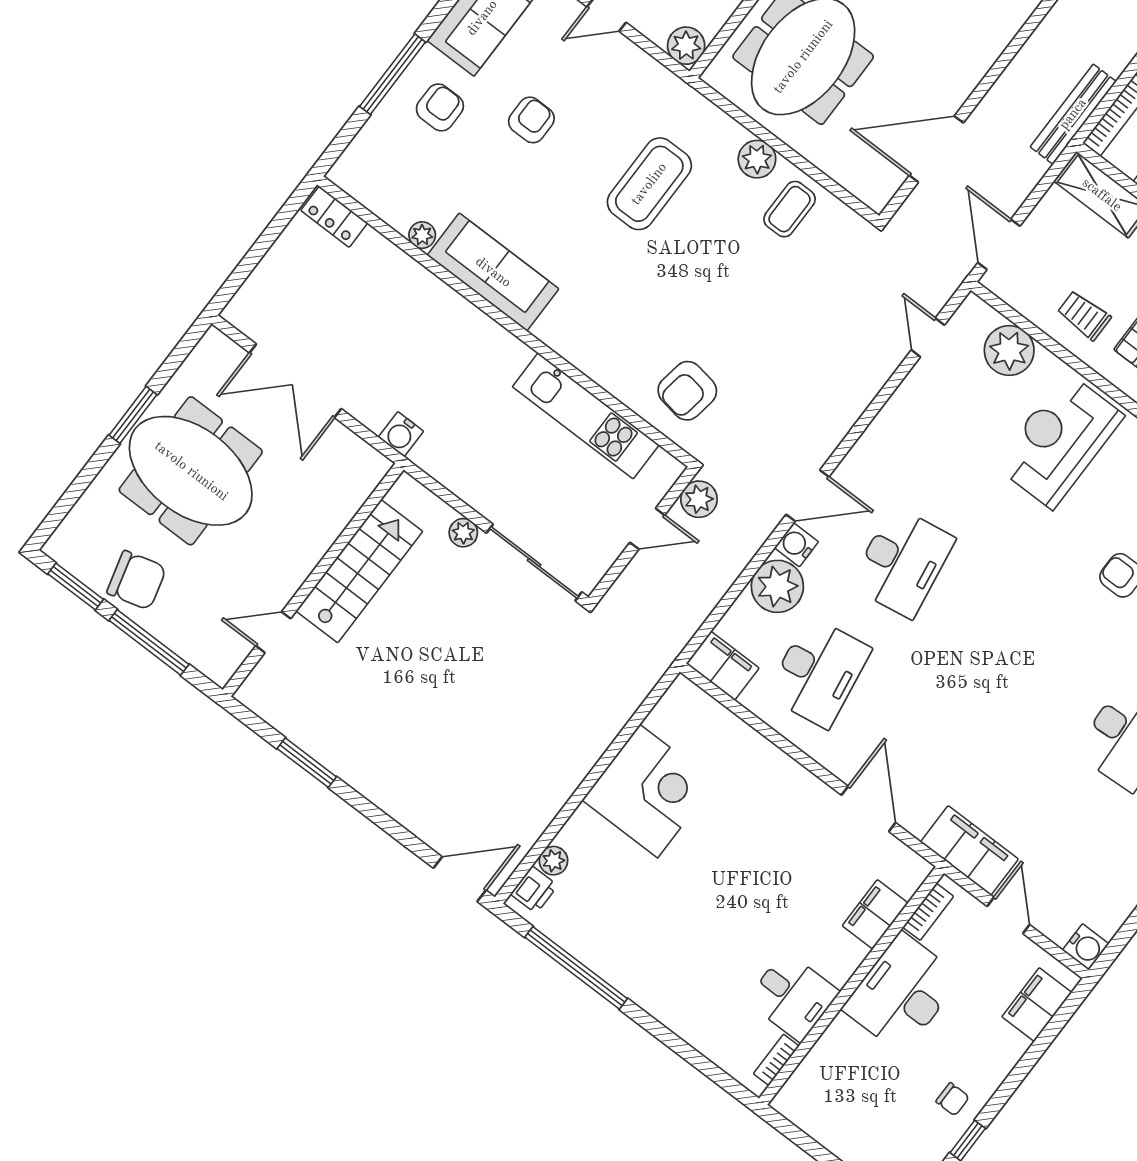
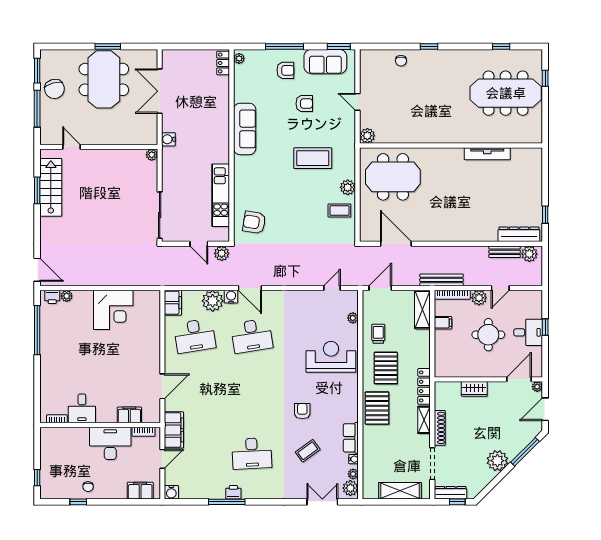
plant: (422, 235) -> (239, 58), moved
plant: (1009, 350) -> (353, 318), width x0.53, depth x0.53
plant: (463, 533) -> (152, 155), moved
stairs: (359, 571) -> (51, 187), moved, turned -90

